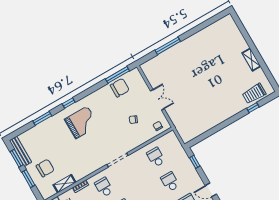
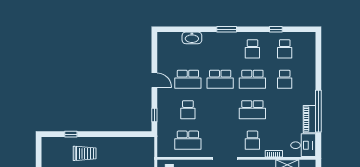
trolley: (254, 94) -> (85, 153), moved
school desk: (156, 157) -> (188, 140), width x1.85

